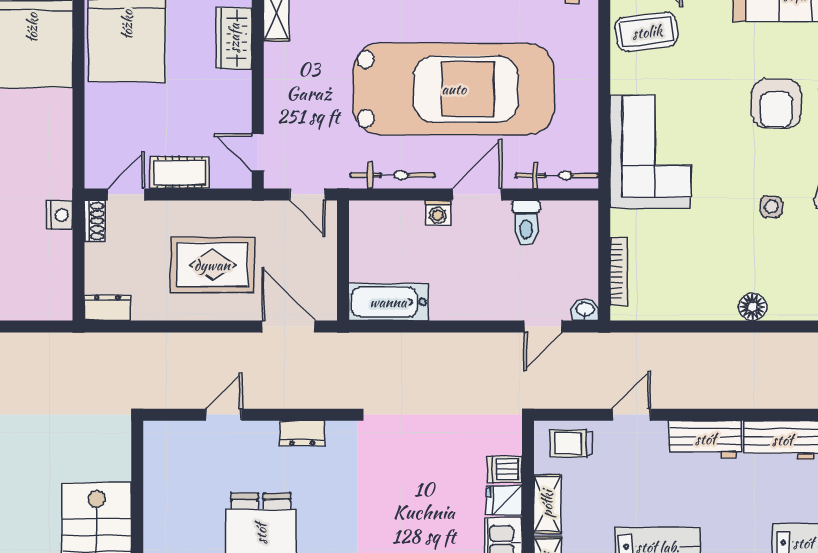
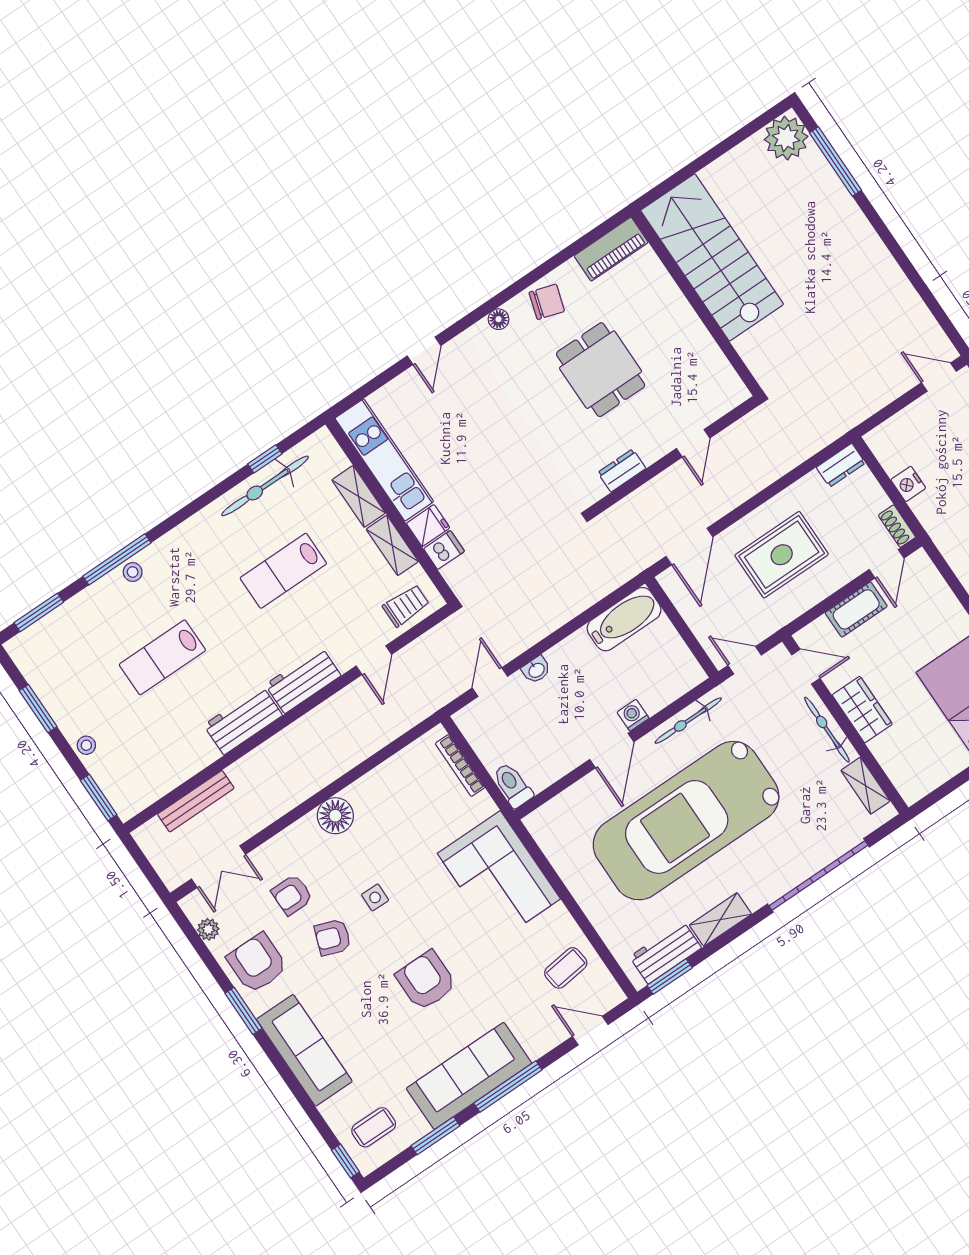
coffee table: (647, 32) -> (566, 968), width x0.73, depth x0.77
wardrobe: (234, 38) -> (862, 710), moved
bicycle: (557, 175) -> (827, 730), moved, turned 90
nightstand: (60, 215) -> (908, 484), moved
toilet: (526, 223) -> (513, 785), moved
floor lamp: (752, 307) -> (335, 816), width x1.38, depth x1.38
washbasin: (585, 310) -> (536, 670), moved
door: (288, 327) -> (689, 547), hinge flipped

